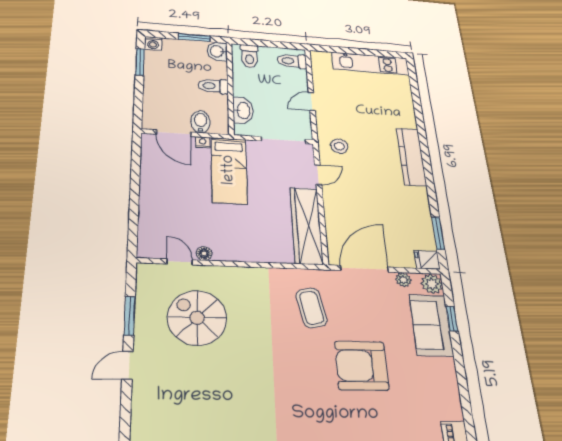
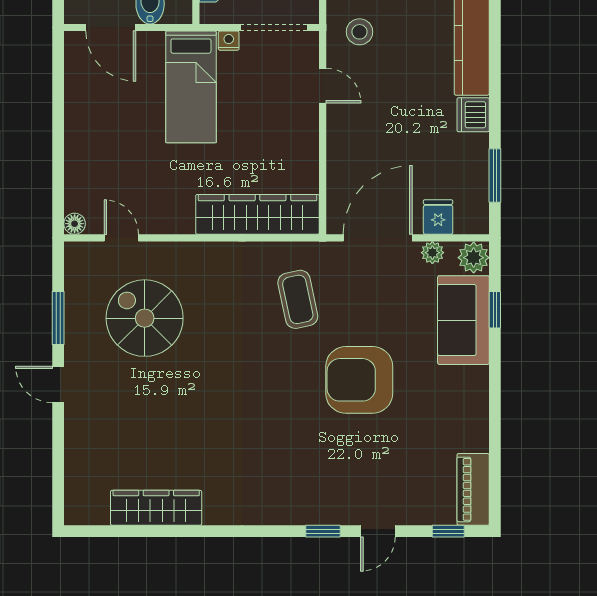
nightstand: (203, 142) -> (229, 41), moved
door: (318, 175) -> (323, 86), hinge flipped
dishwasher: (418, 197) -> (473, 115), added
wardrobe: (306, 225) -> (257, 214), moved, turned 90
floor lamp: (204, 253) -> (75, 224), moved
fridge: (427, 260) -> (438, 217), moved, turned 90
door: (127, 365) -> (58, 384), hinge flipped

